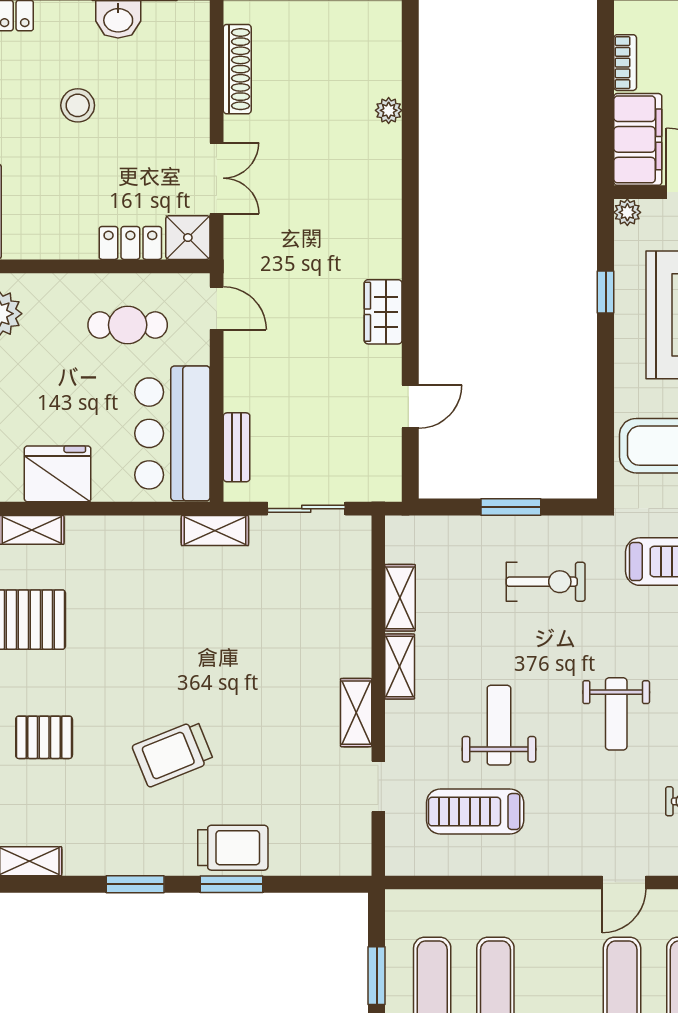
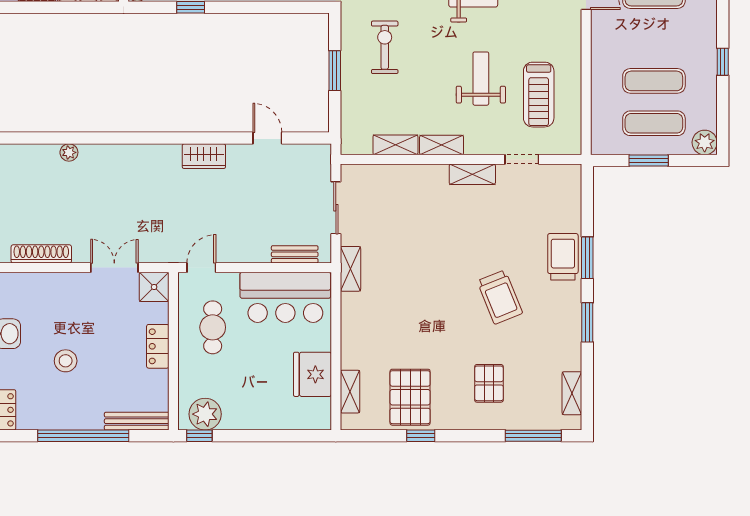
locker: (130, 243) -> (158, 346), moved
weight bench: (499, 725) -> (481, 79), turned 90

